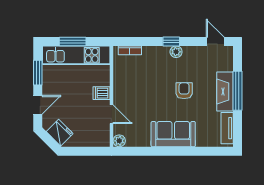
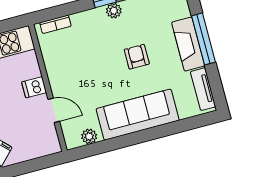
sofa: (173, 134) -> (138, 115), width x1.36
plant: (119, 141) -> (89, 136), moved

